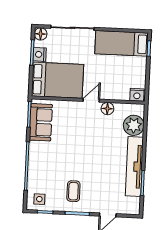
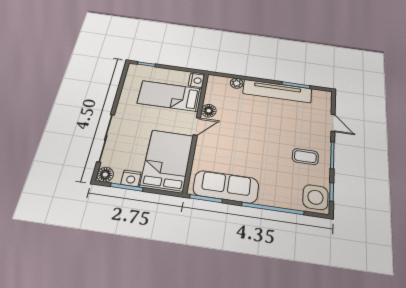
bed: (122, 43) -> (170, 96), moved, turned 90
door: (91, 100) -> (197, 126), swing flipped
sofa: (41, 122) -> (226, 187), width x1.36
plant: (134, 125) -> (237, 83), width x0.53, depth x0.53
side table: (39, 199) -> (315, 197), width x1.87, depth x1.87

